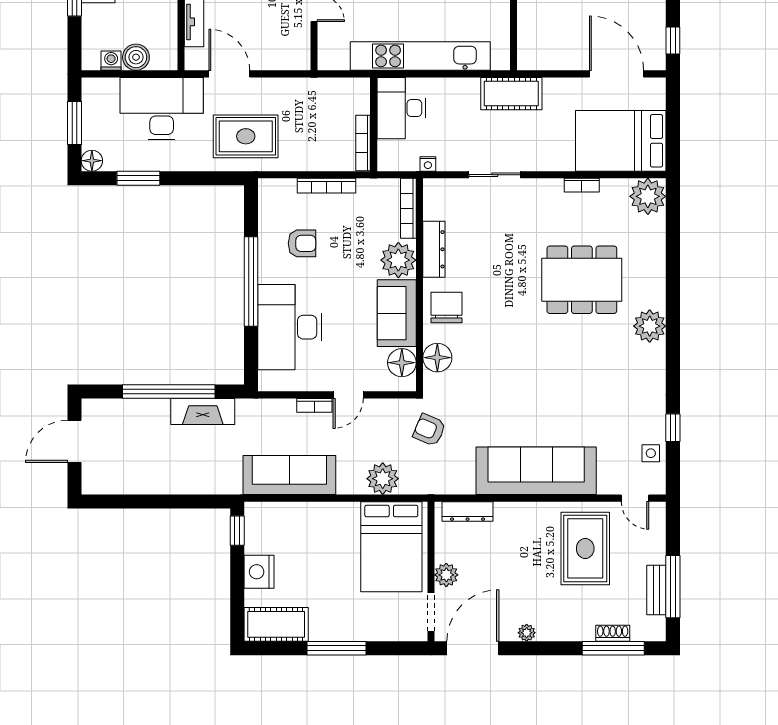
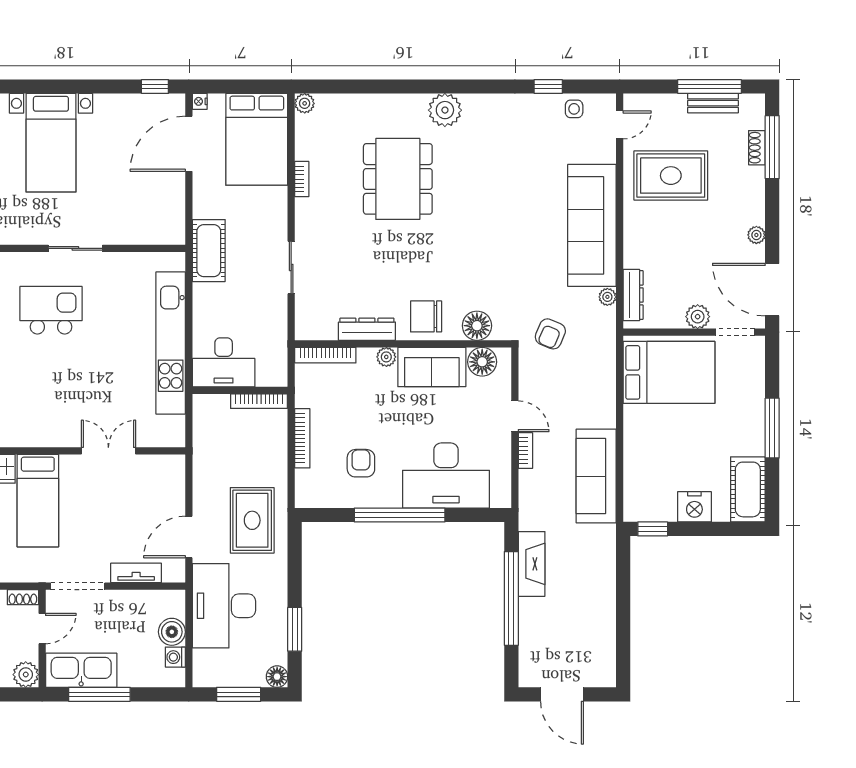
nightstand: (428, 164) -> (200, 101), moved, turned 180
plant: (648, 196) -> (305, 103), width x0.53, depth x0.53
plant: (398, 260) -> (386, 357), width x0.53, depth x0.53
plant: (383, 479) -> (607, 297), moved, width x0.53, depth x0.53

